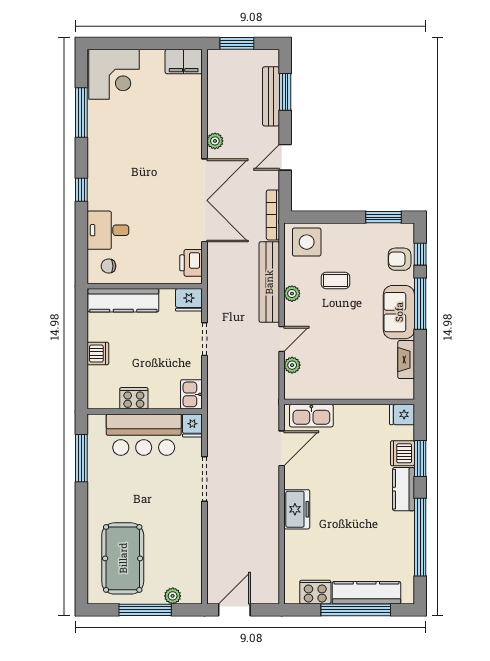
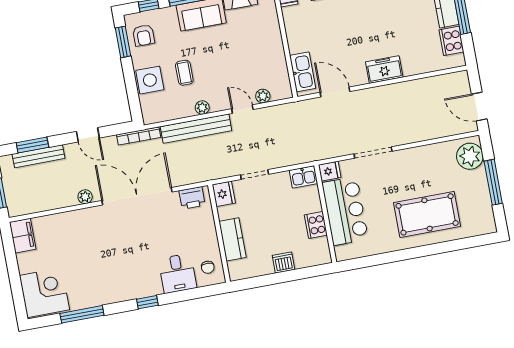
side table: (307, 242) -> (150, 80), moved
armchair: (400, 259) -> (144, 35), moved
kitchen counter: (123, 300) -> (233, 239), width x0.67
window: (81, 458) -> (375, 260), removed
pool table: (123, 558) -> (427, 214), moved
plant: (173, 596) -> (470, 156), width x1.88, depth x1.88

